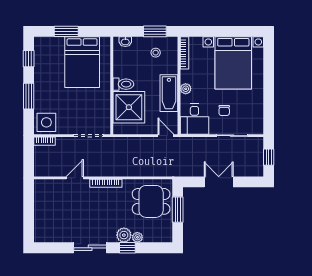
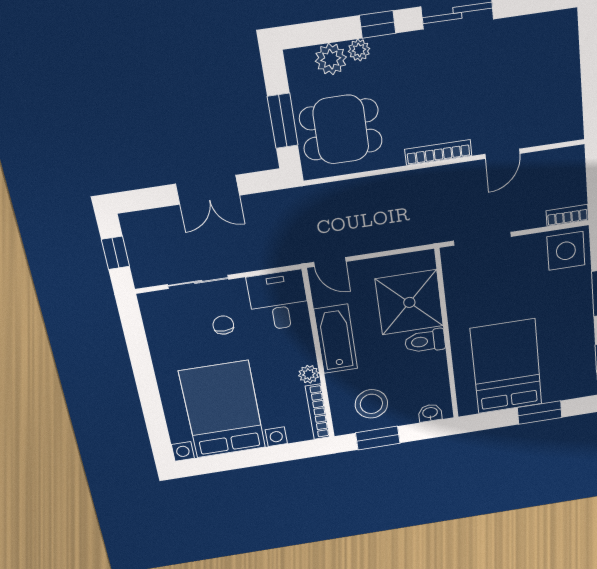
stool: (156, 53) -> (371, 404), width x1.89, depth x1.89
plant: (186, 89) -> (309, 374), moved
plant: (124, 235) -> (331, 59), moved

